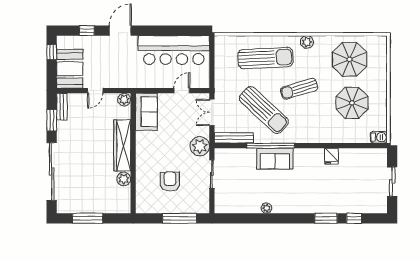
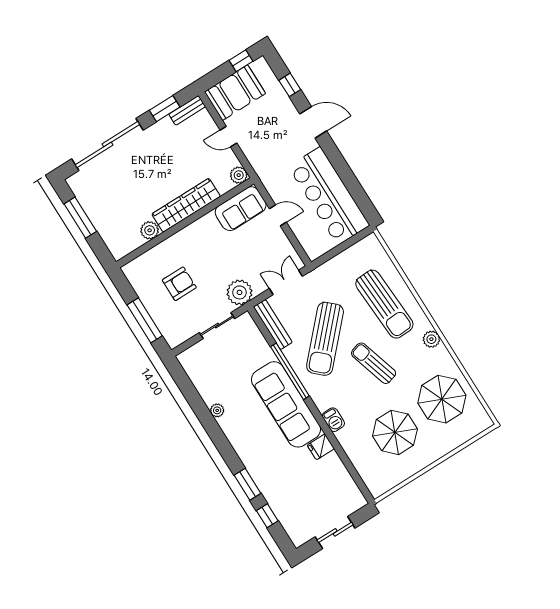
door: (182, 91) -> (278, 215), moved
barbecue: (379, 137) -> (333, 420), moved
sofa: (275, 159) -> (286, 404), width x1.85, depth x1.27

